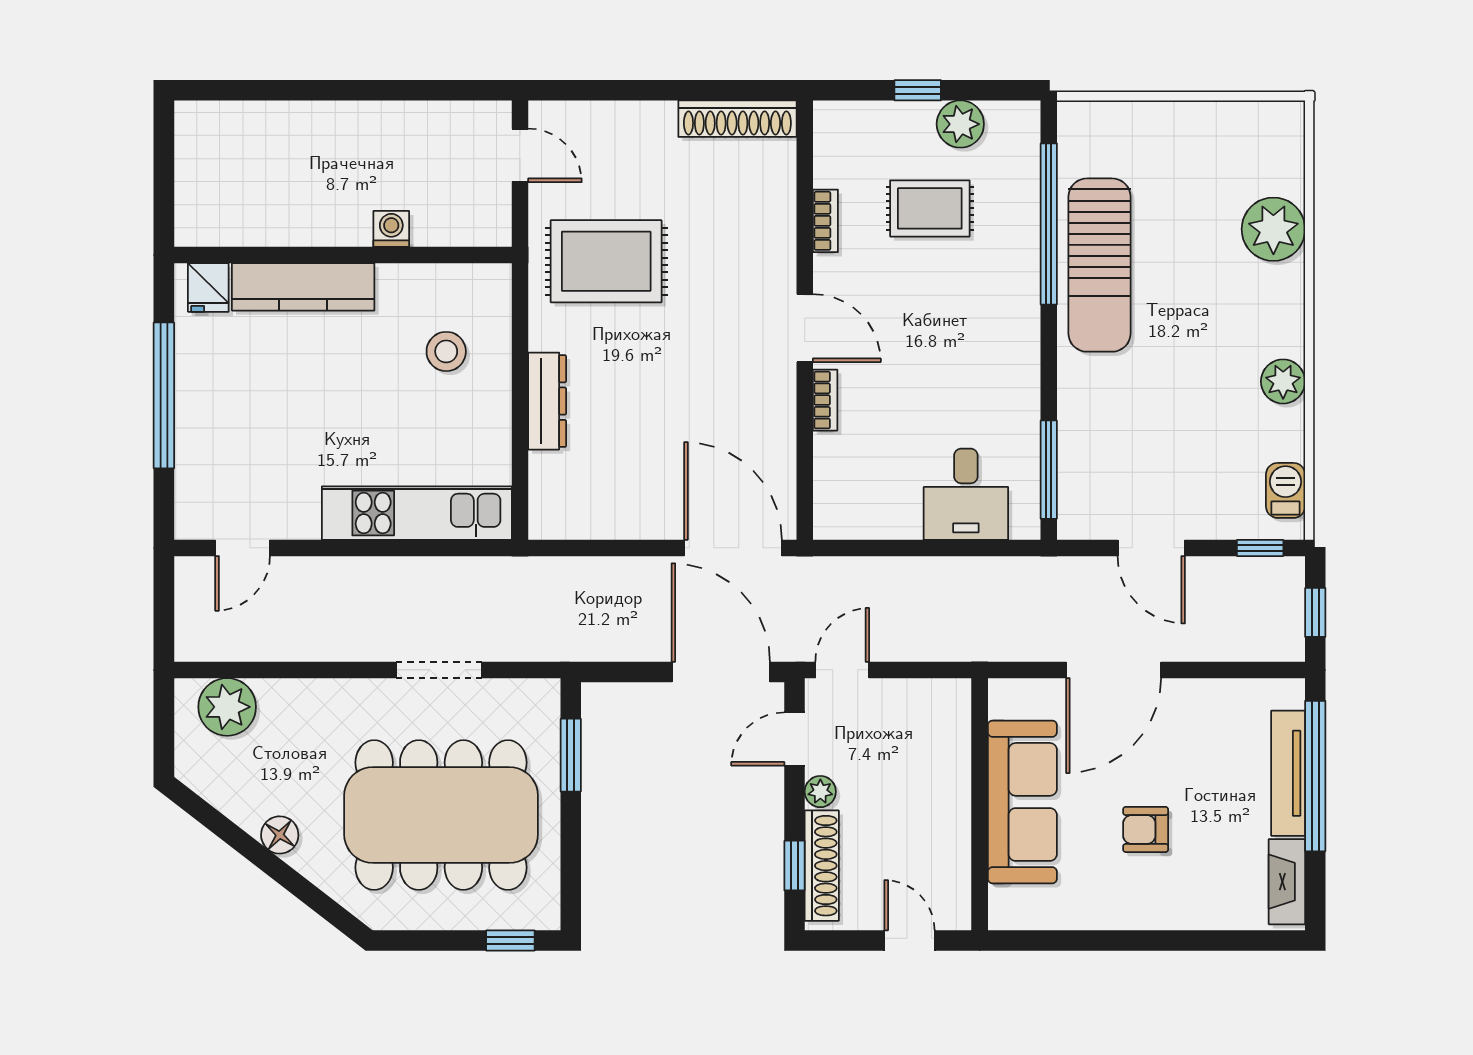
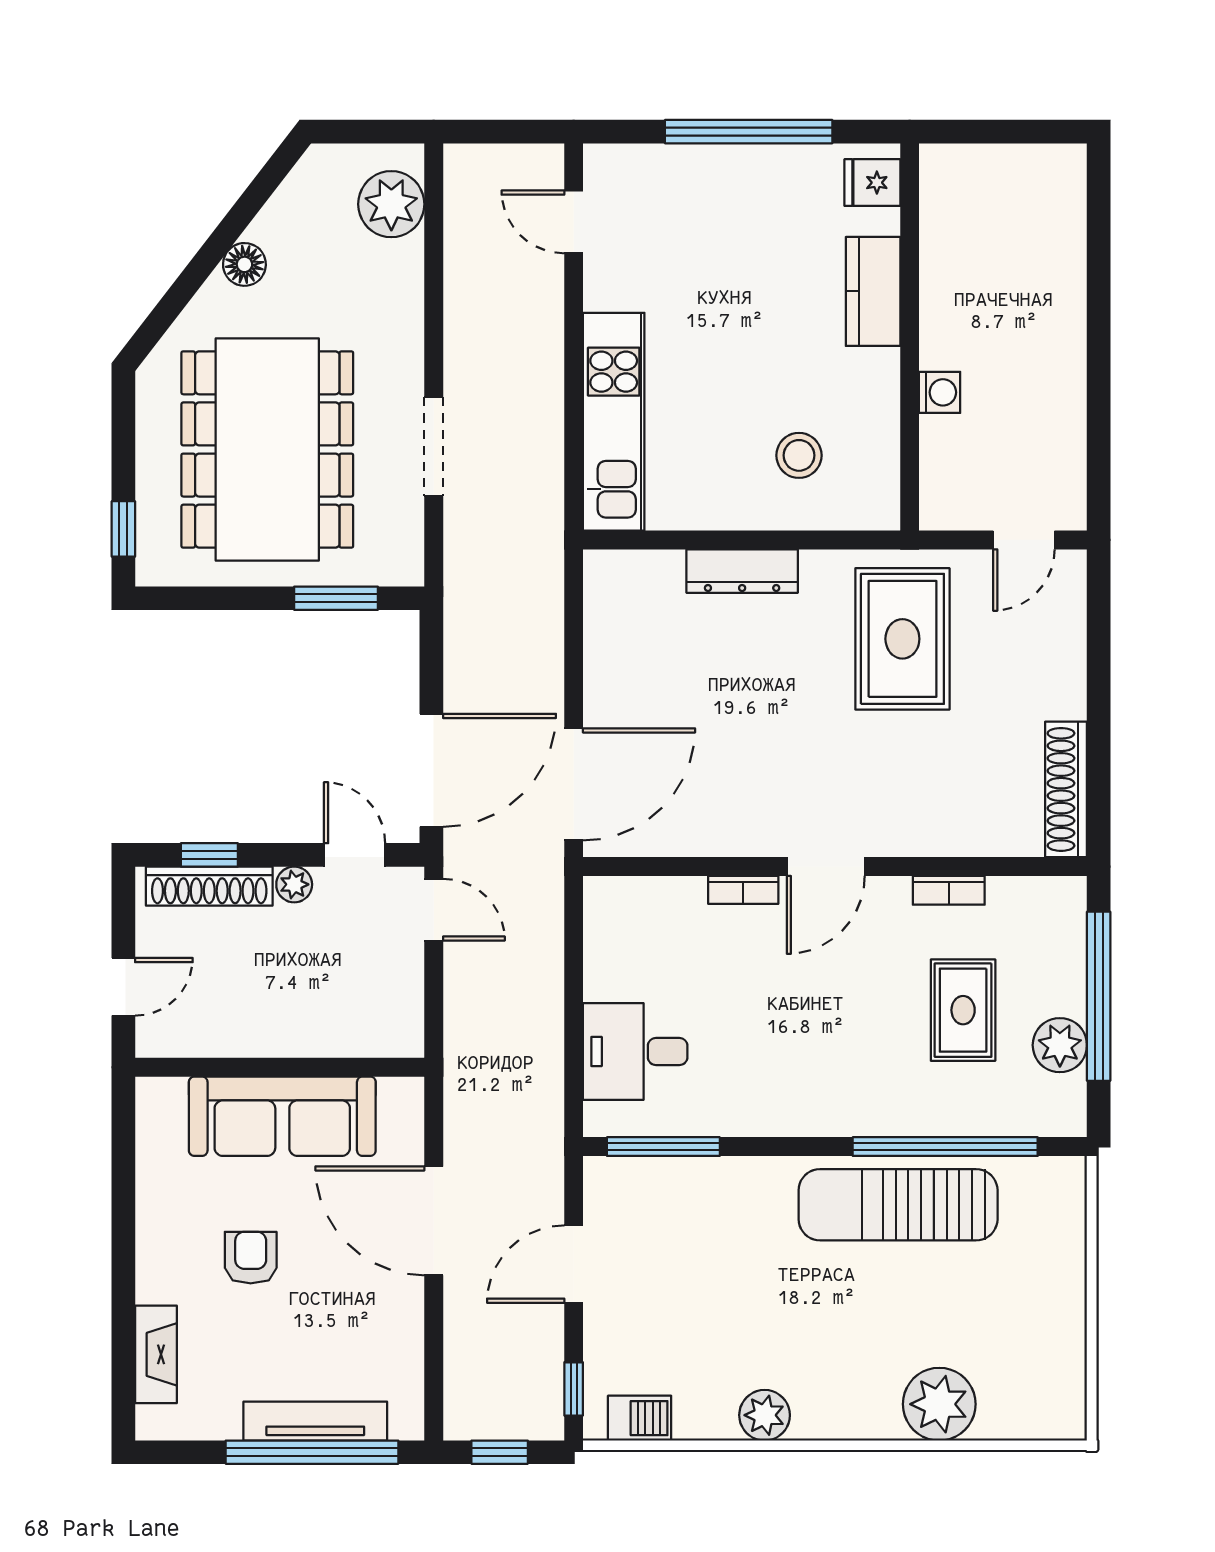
window: (918, 90) -> (1099, 996), width x3.17
kitchen counter: (303, 287) -> (873, 291), width x0.67
fireplace: (1287, 882) -> (156, 1354), moved, turned 90

